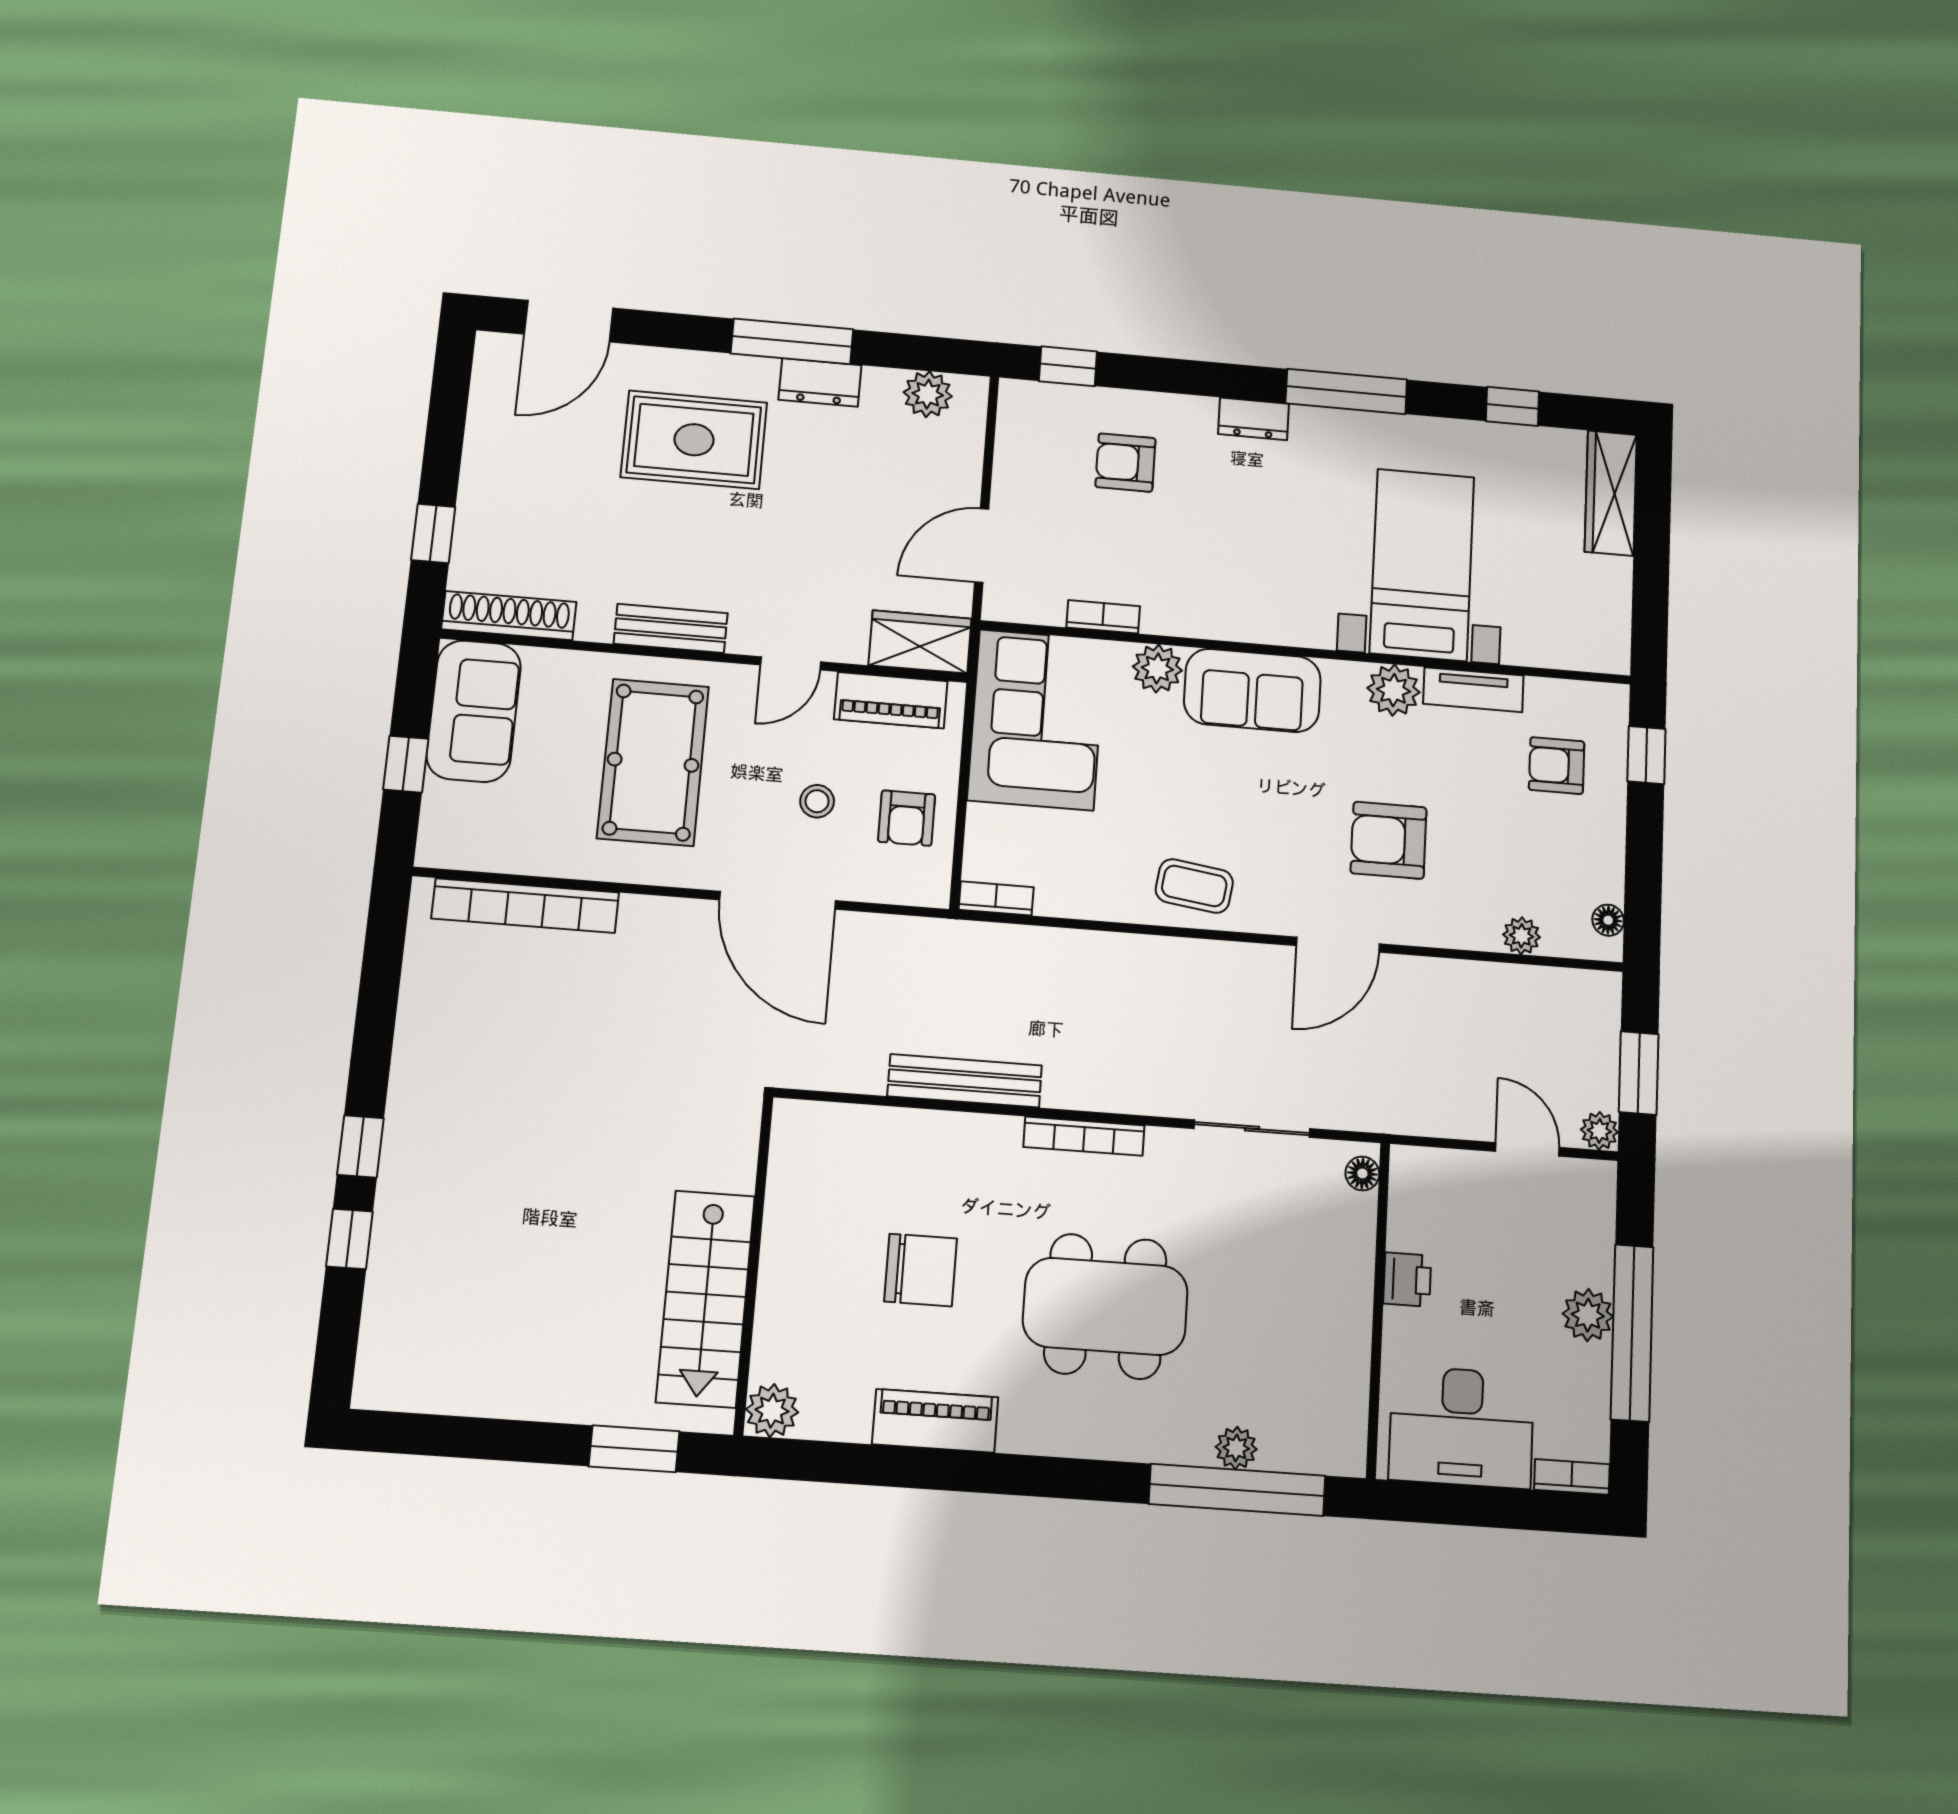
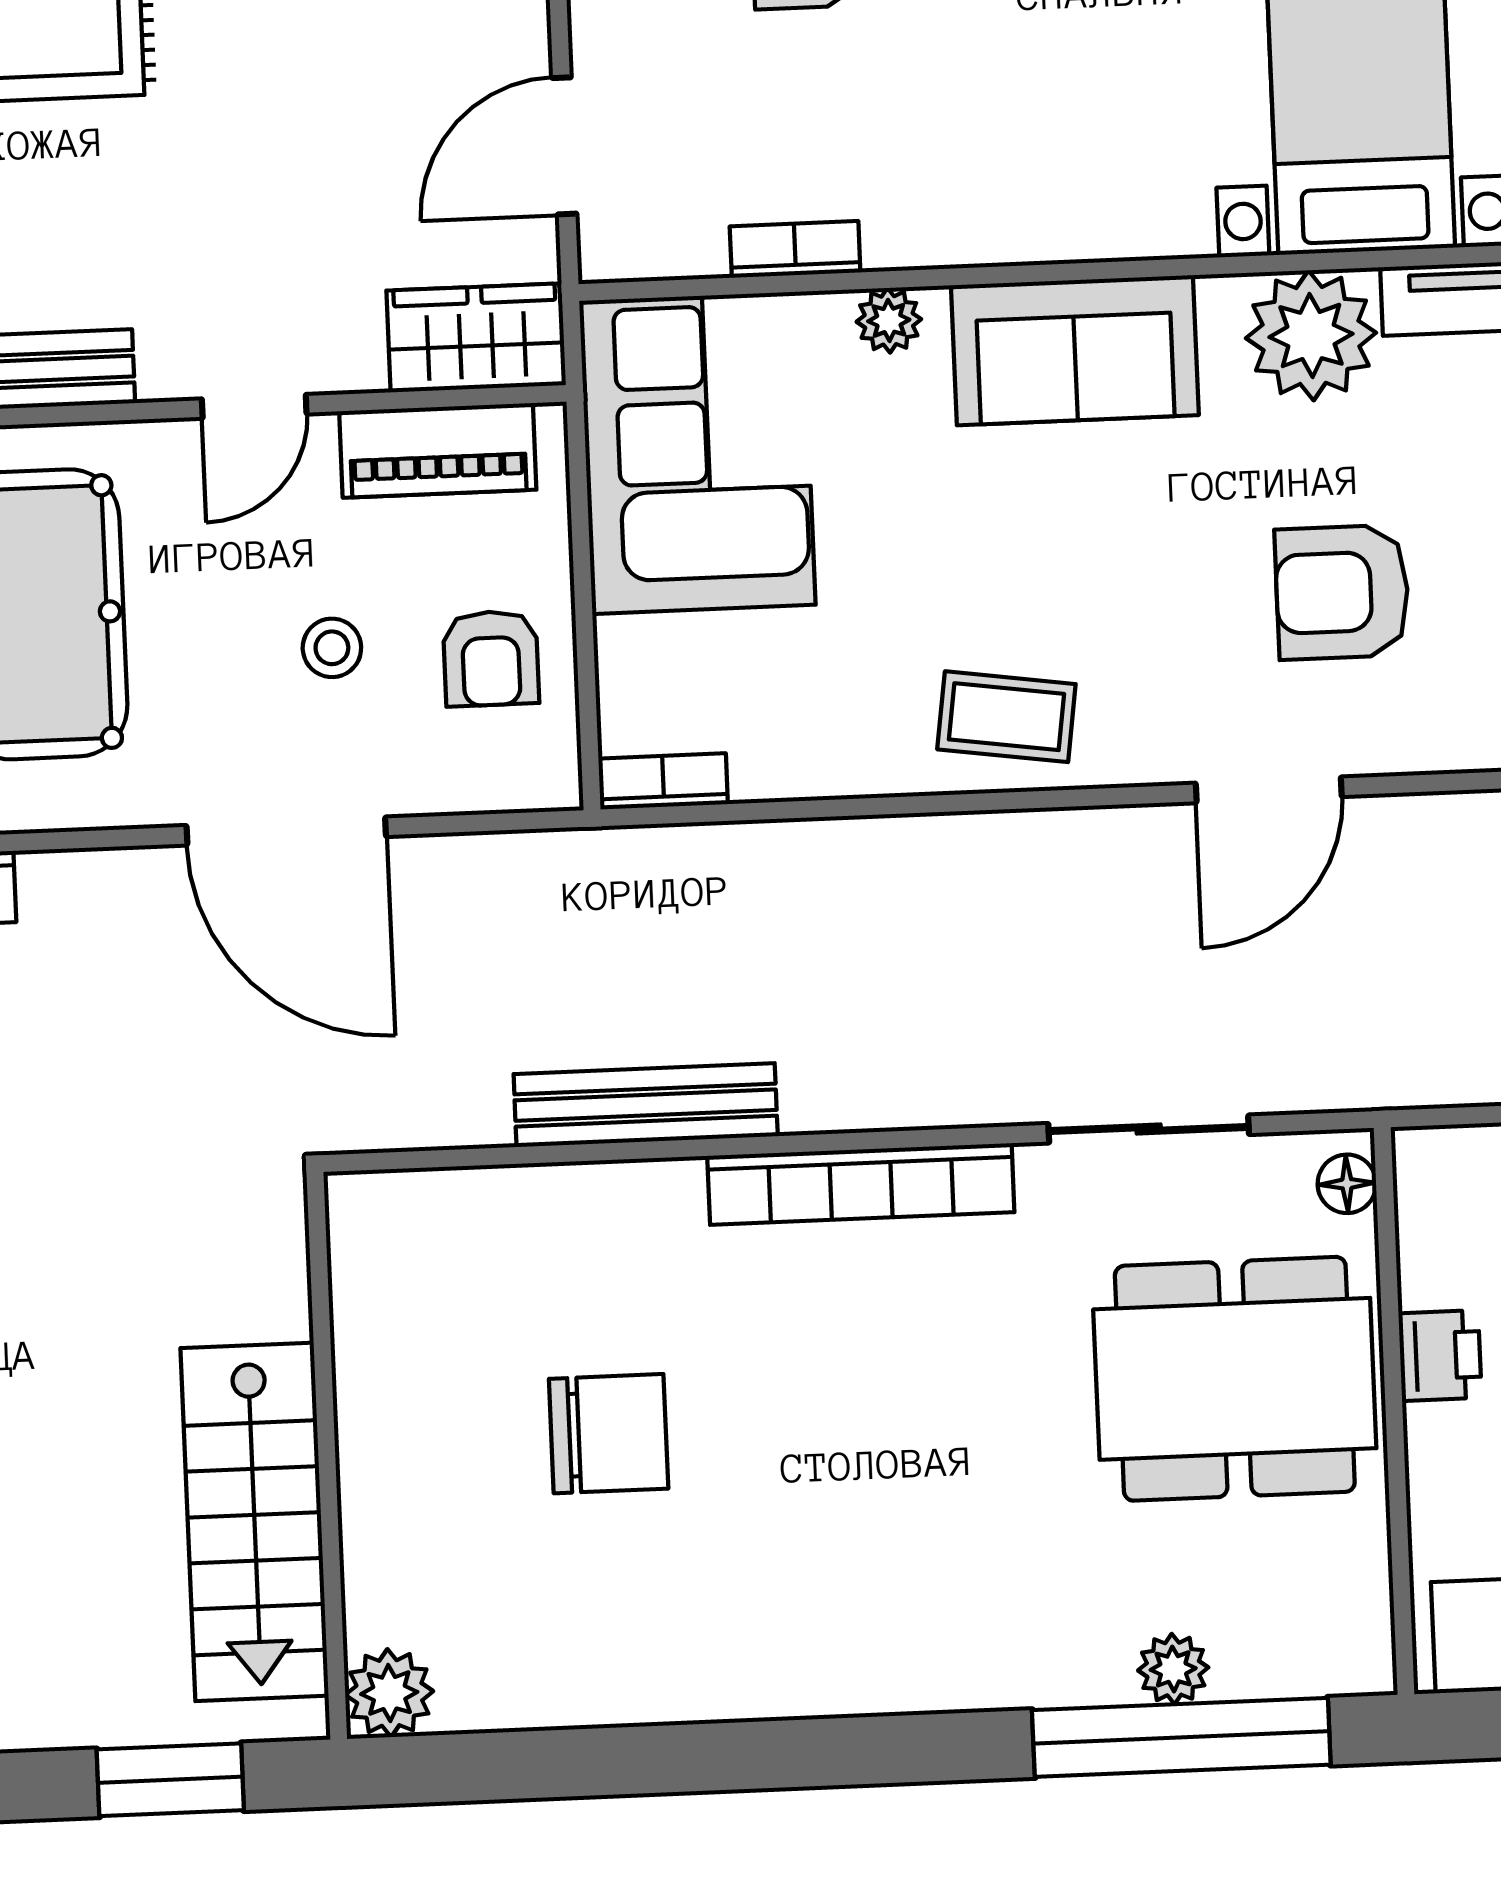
plant: (1157, 669) -> (889, 320), width x0.73, depth x0.73
plant: (1394, 690) -> (1311, 335), width x1.36, depth x1.36
bookcase: (1084, 1136) -> (861, 1184), width x1.48, depth x1.31
dining table: (1105, 1306) -> (1235, 1379), moved
piano: (935, 1421) -> (663, 1680), removed

